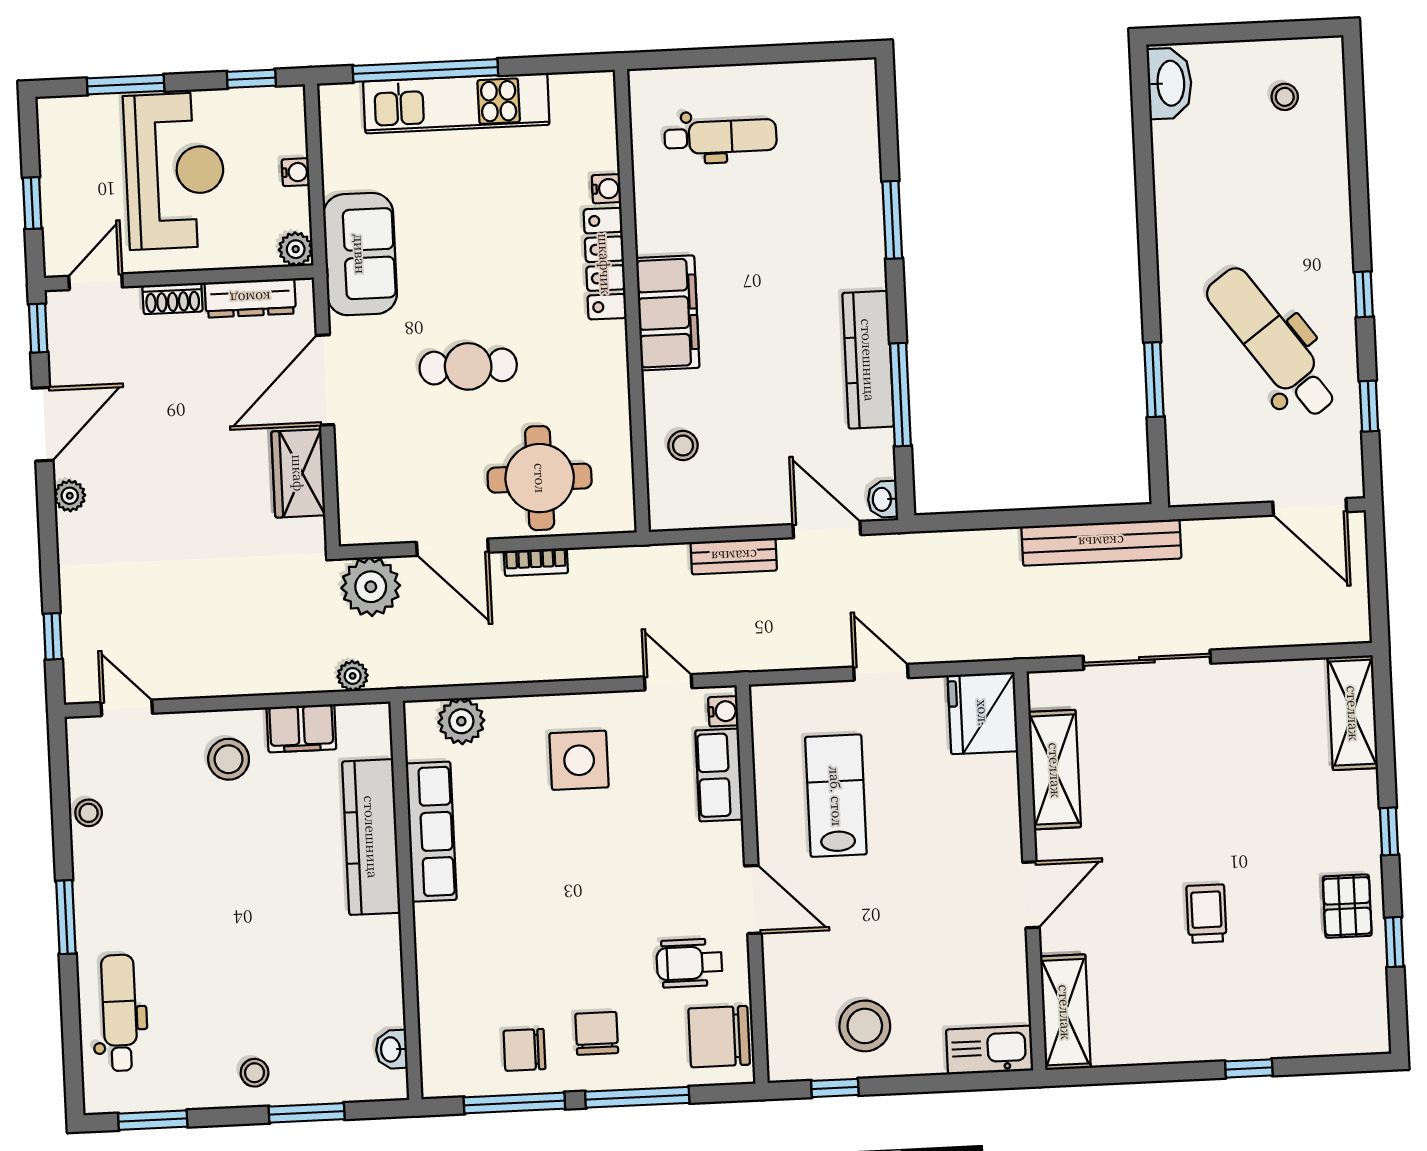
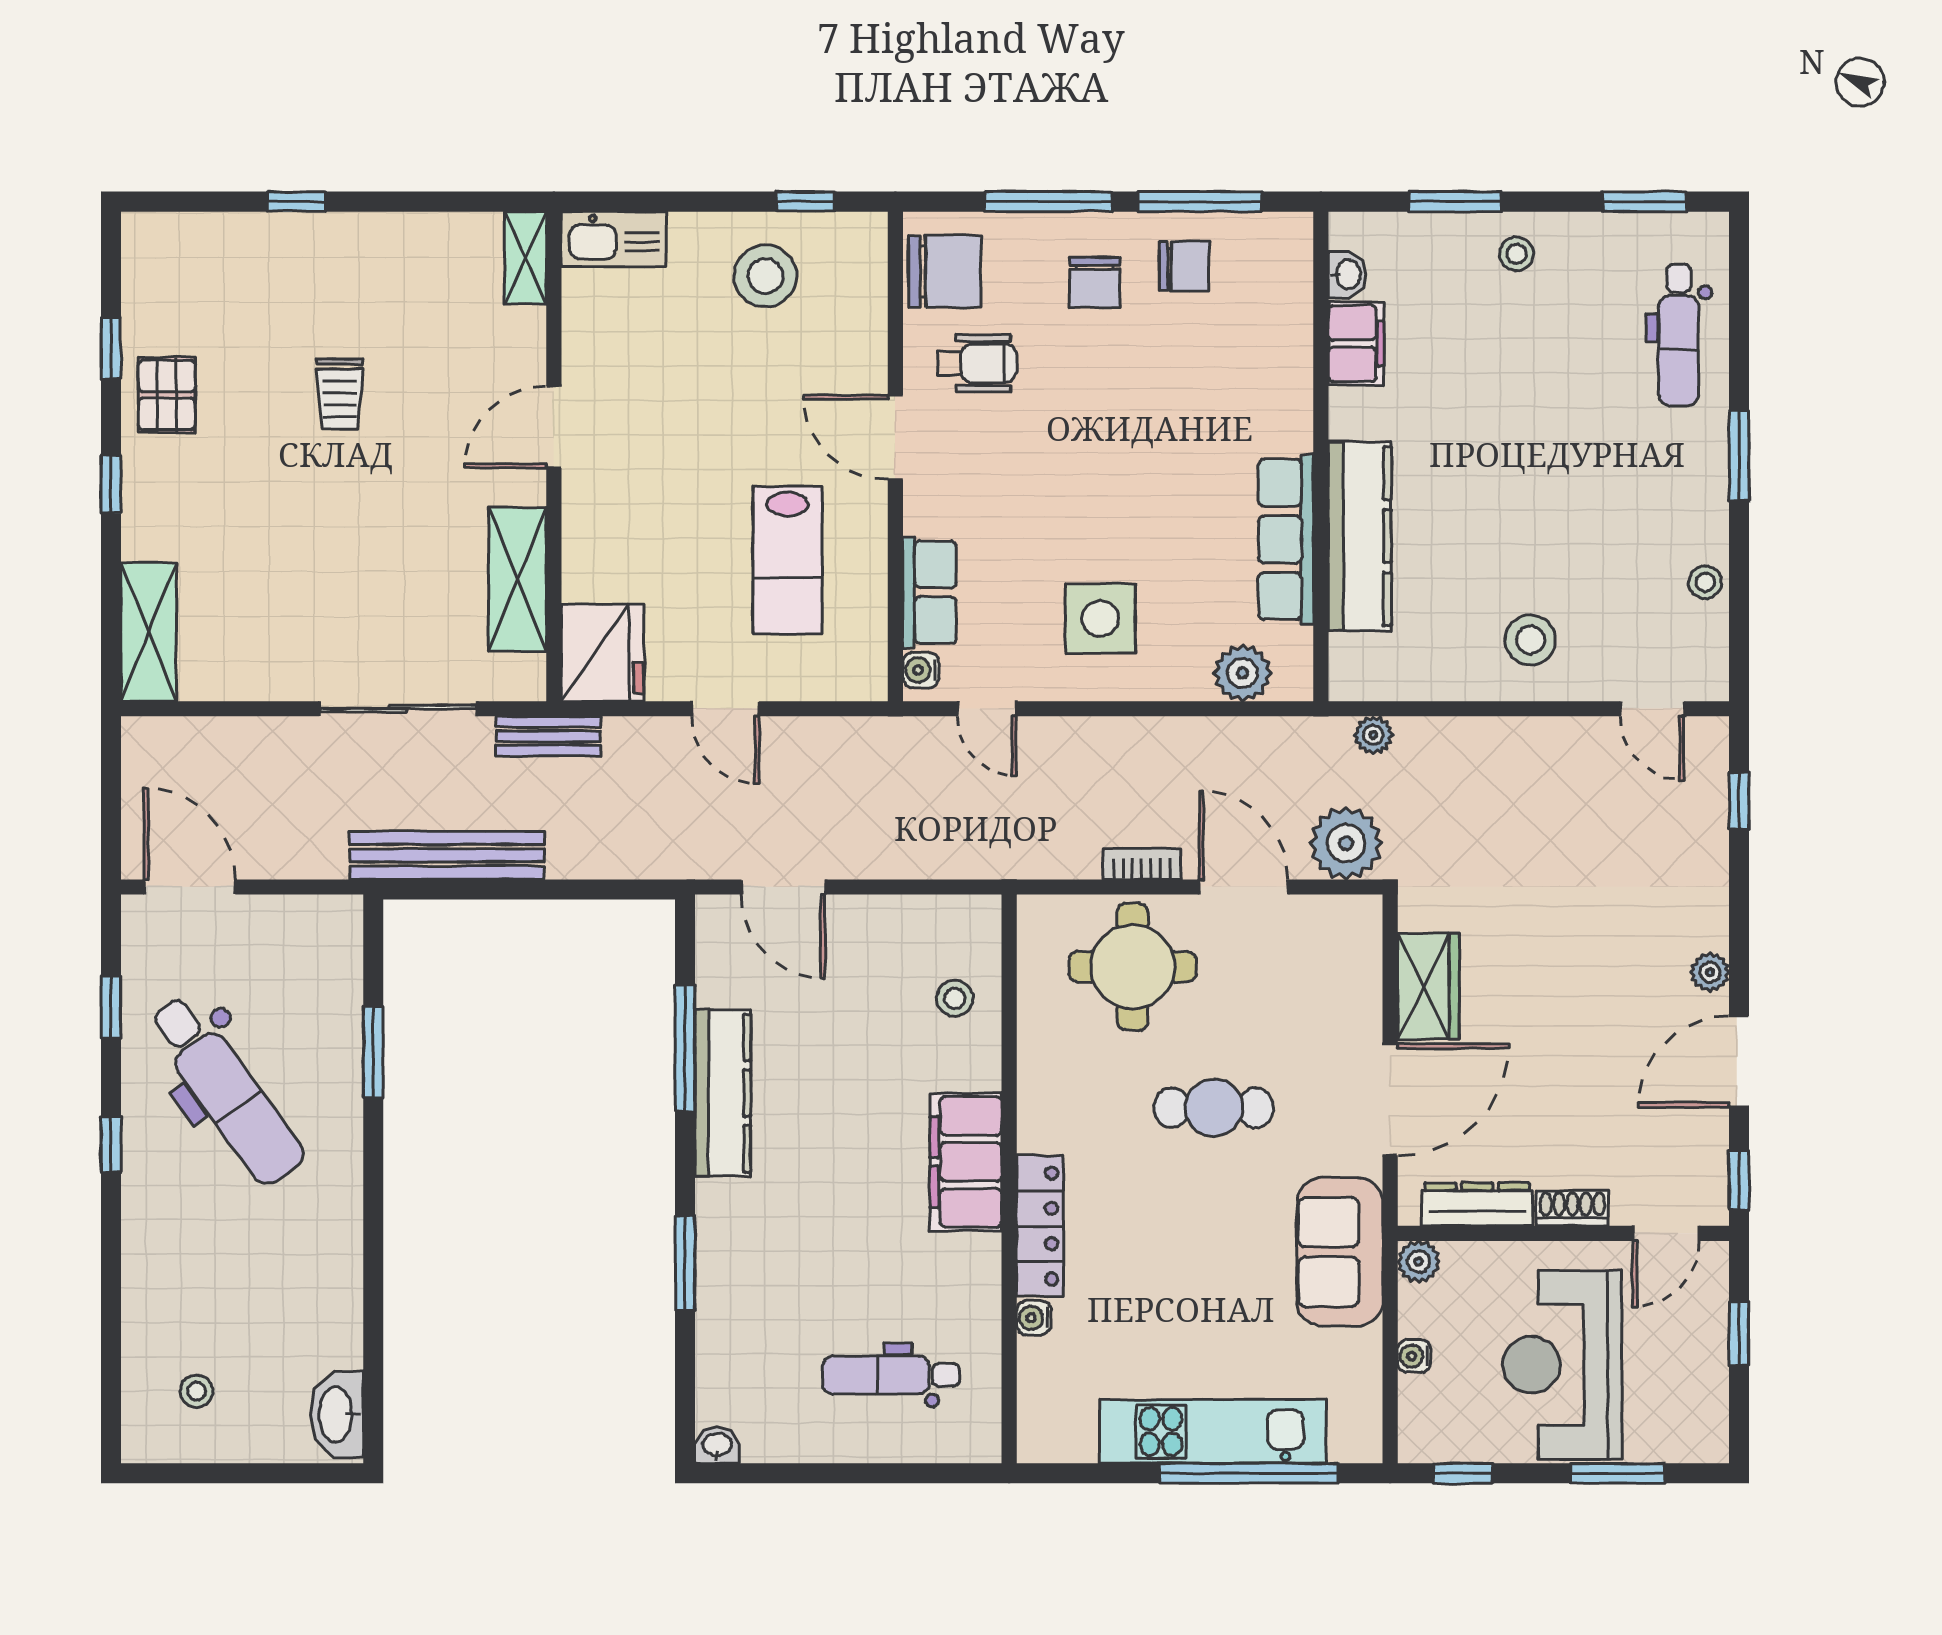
washbasin: (883, 499) -> (717, 1445), moved, turned -90
bench: (734, 556) -> (548, 736), moved
filing cabinet: (301, 728) -> (1356, 344), moved, turned 90
shelving: (1065, 1012) -> (526, 258), width x0.67, depth x0.75

